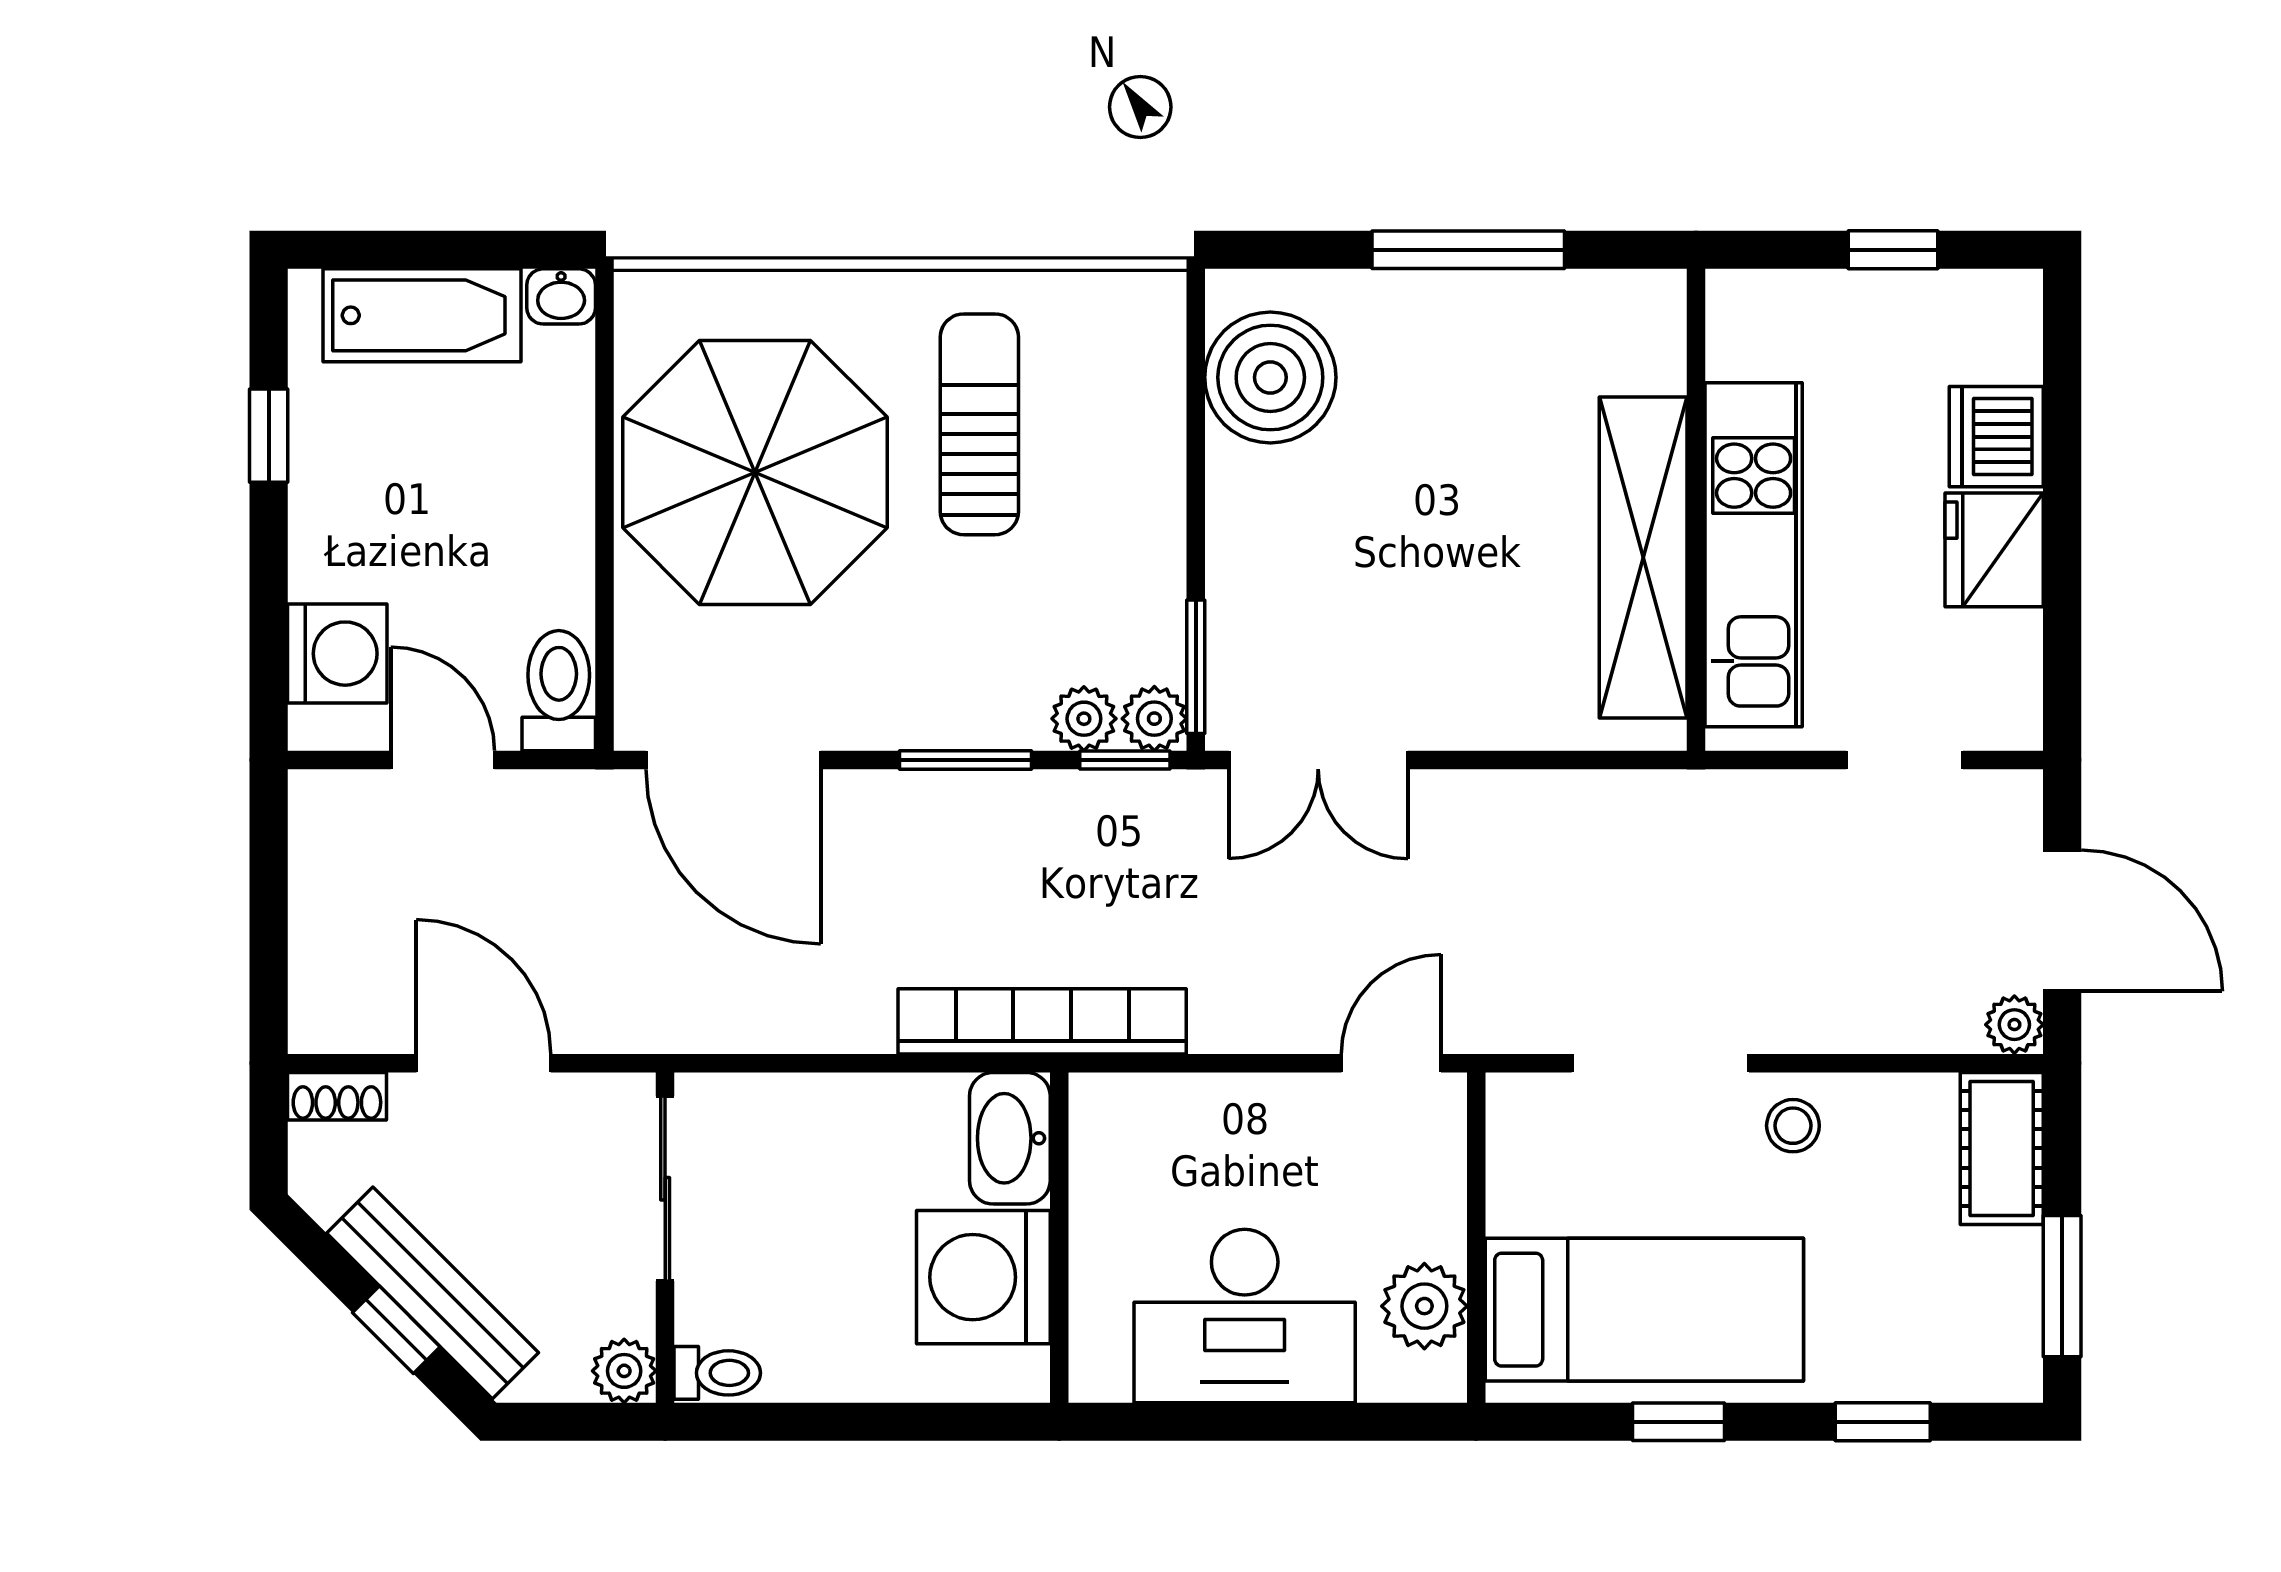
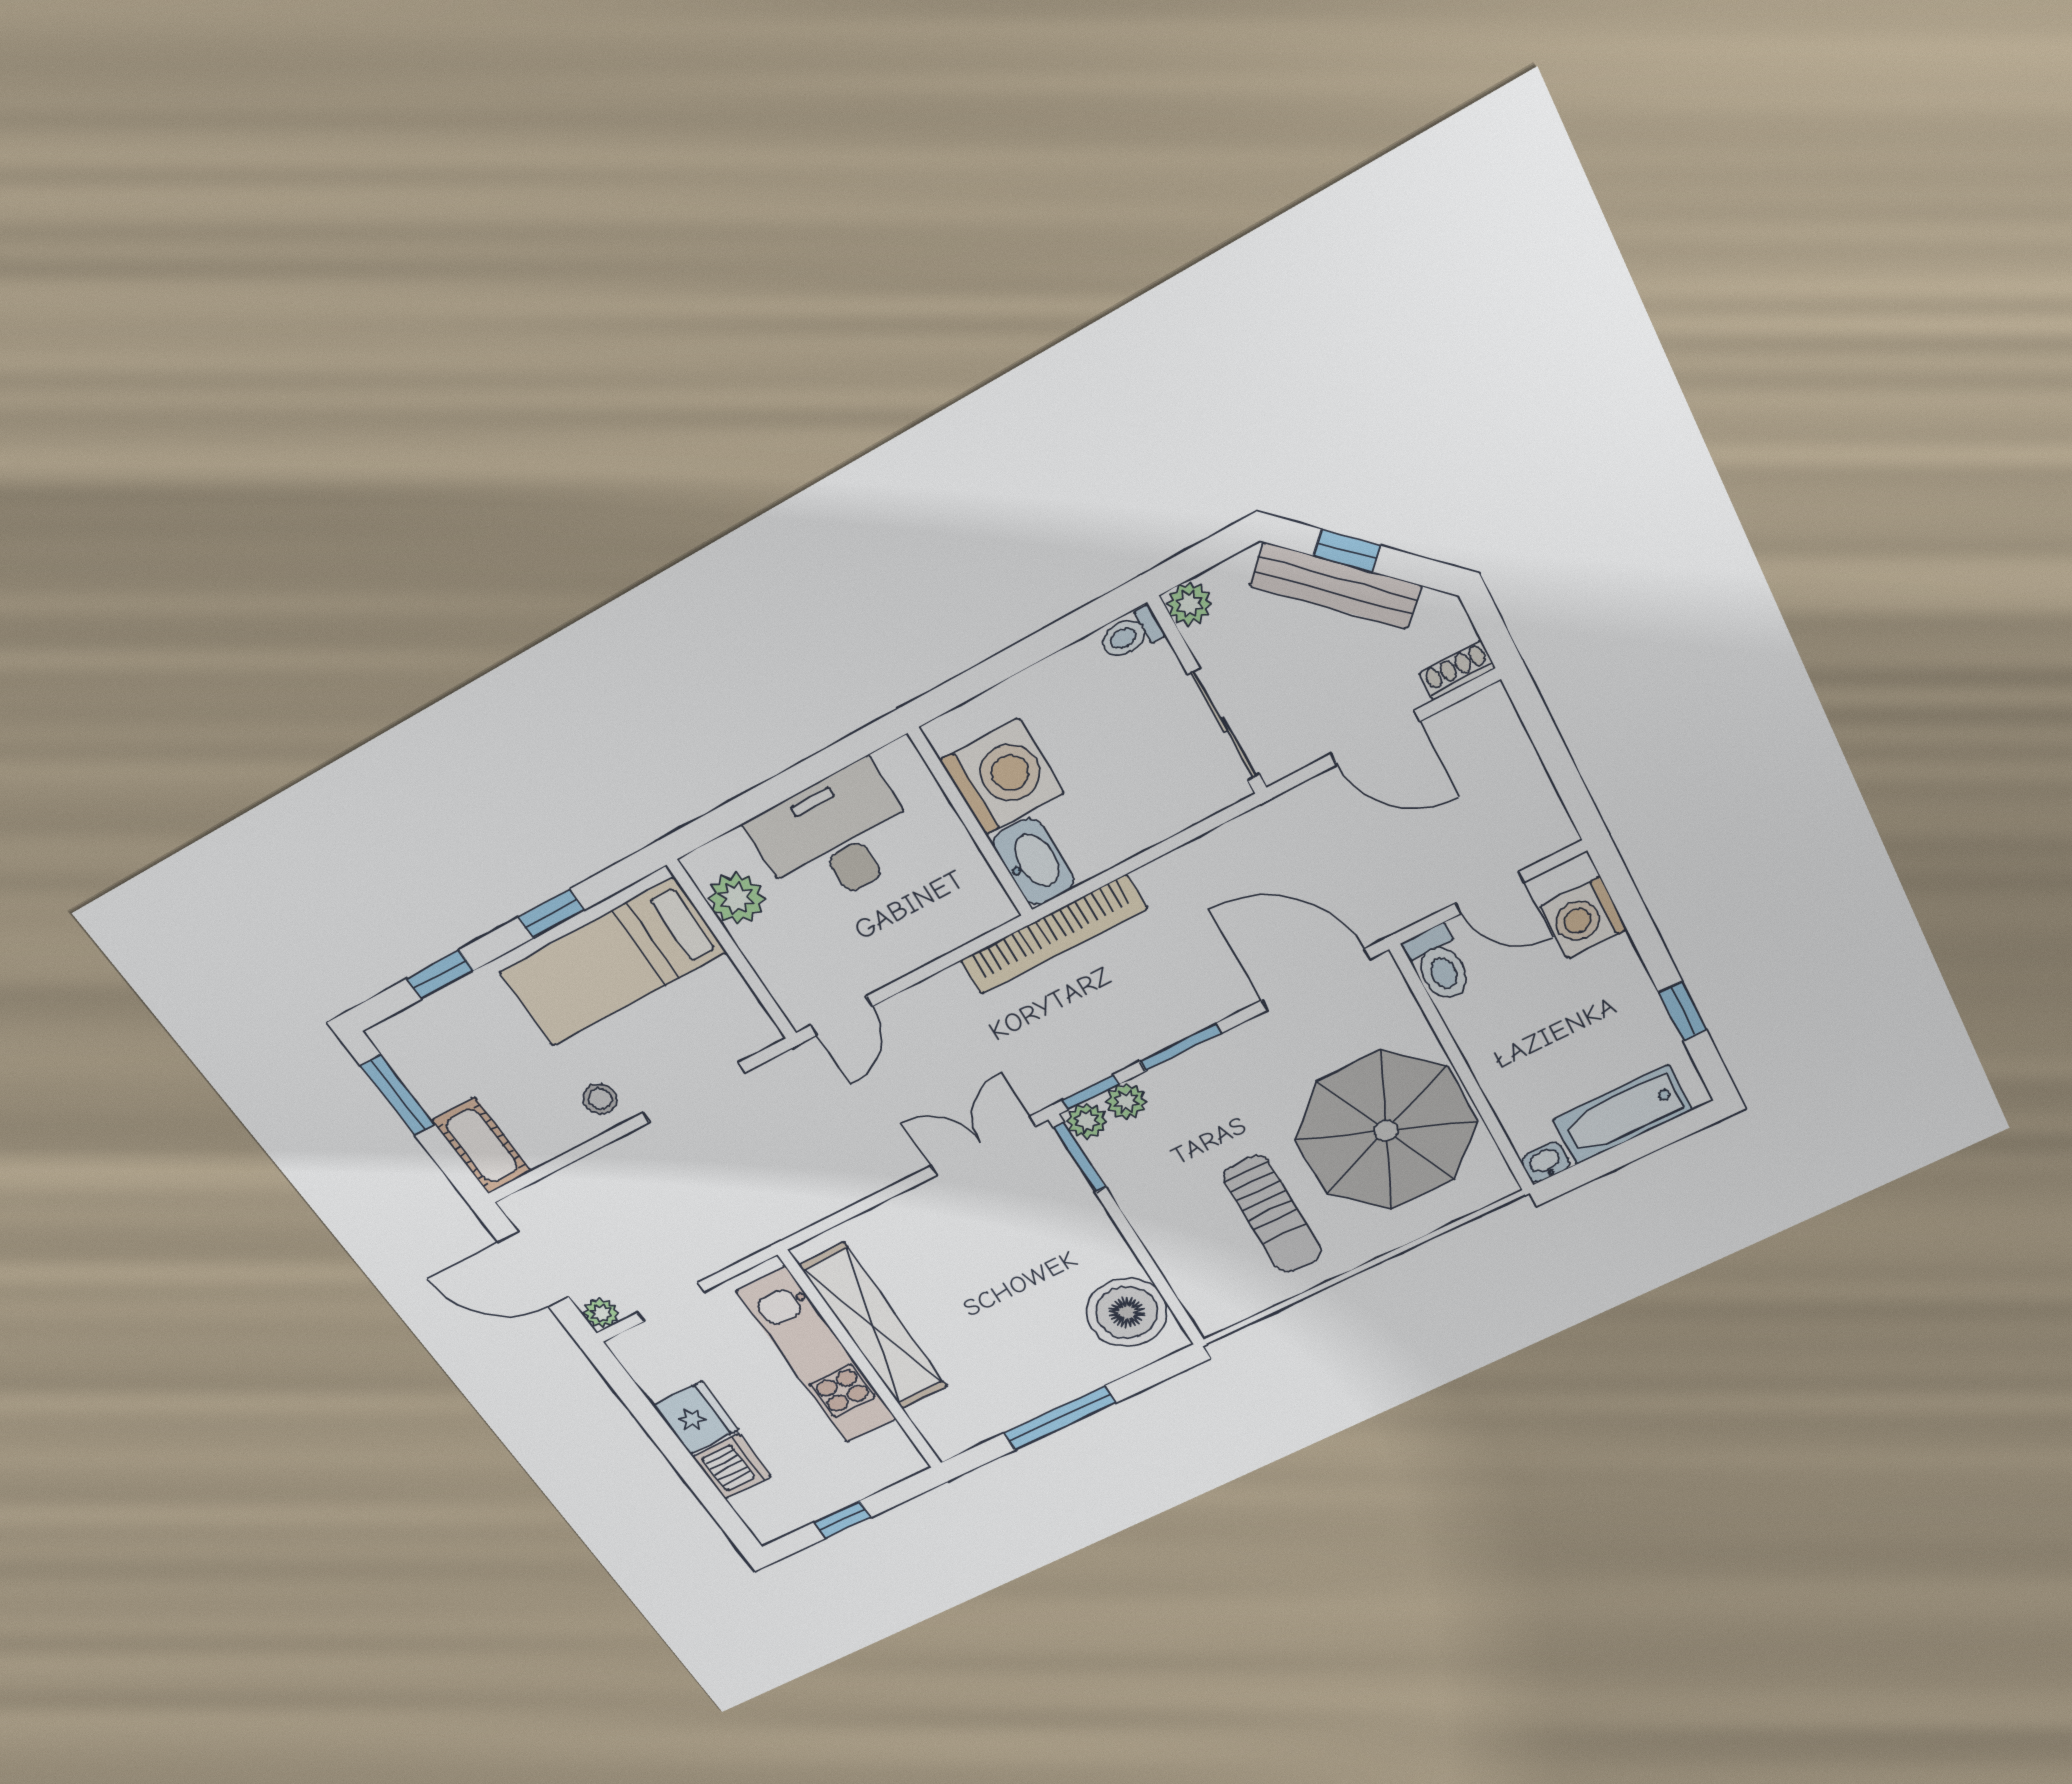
plant: (2014, 1025) -> (601, 1313), moved

